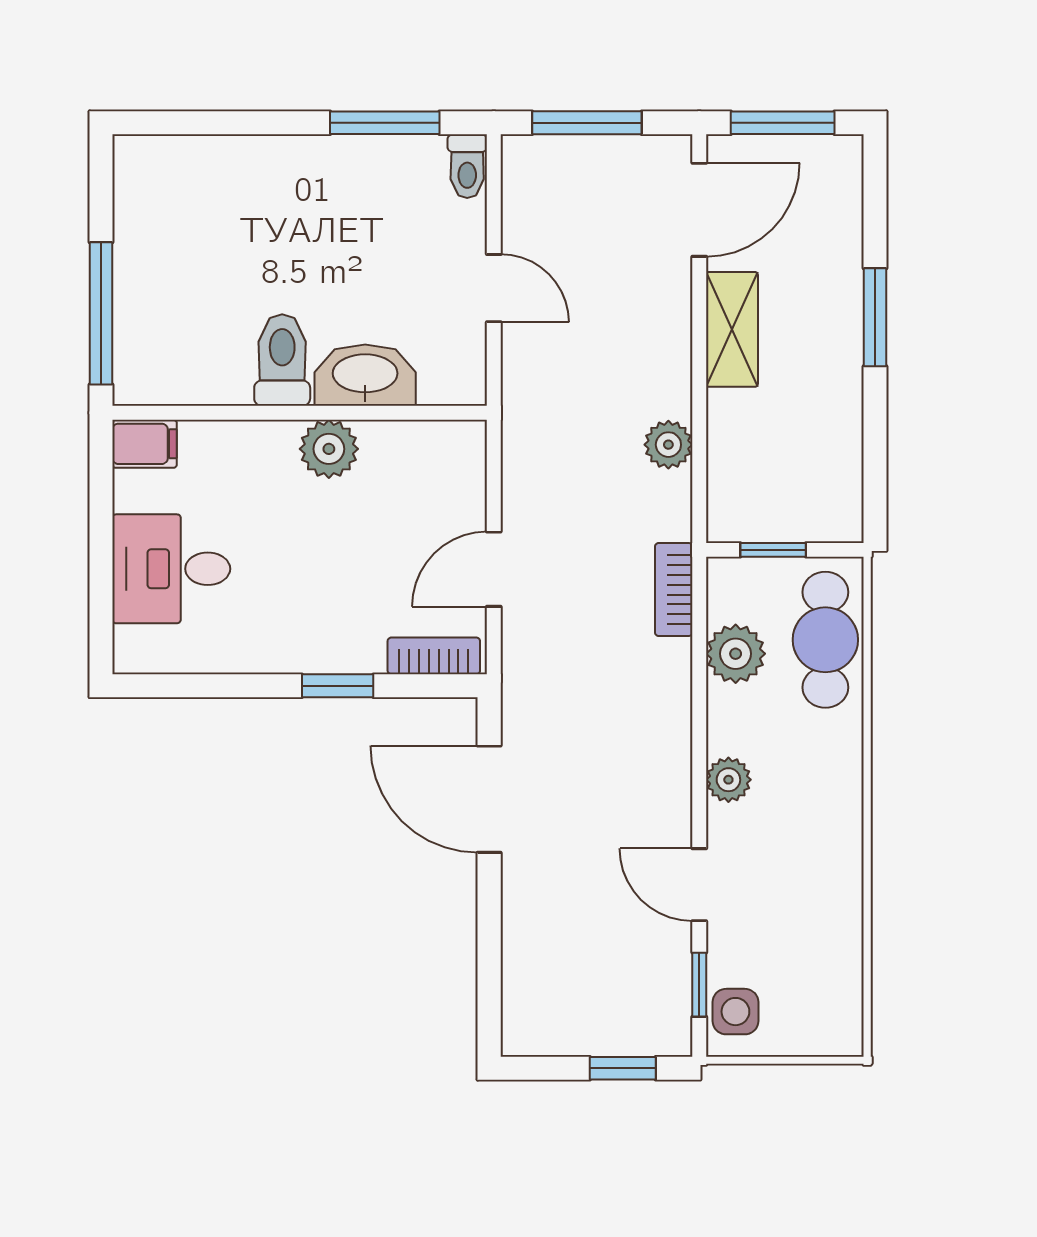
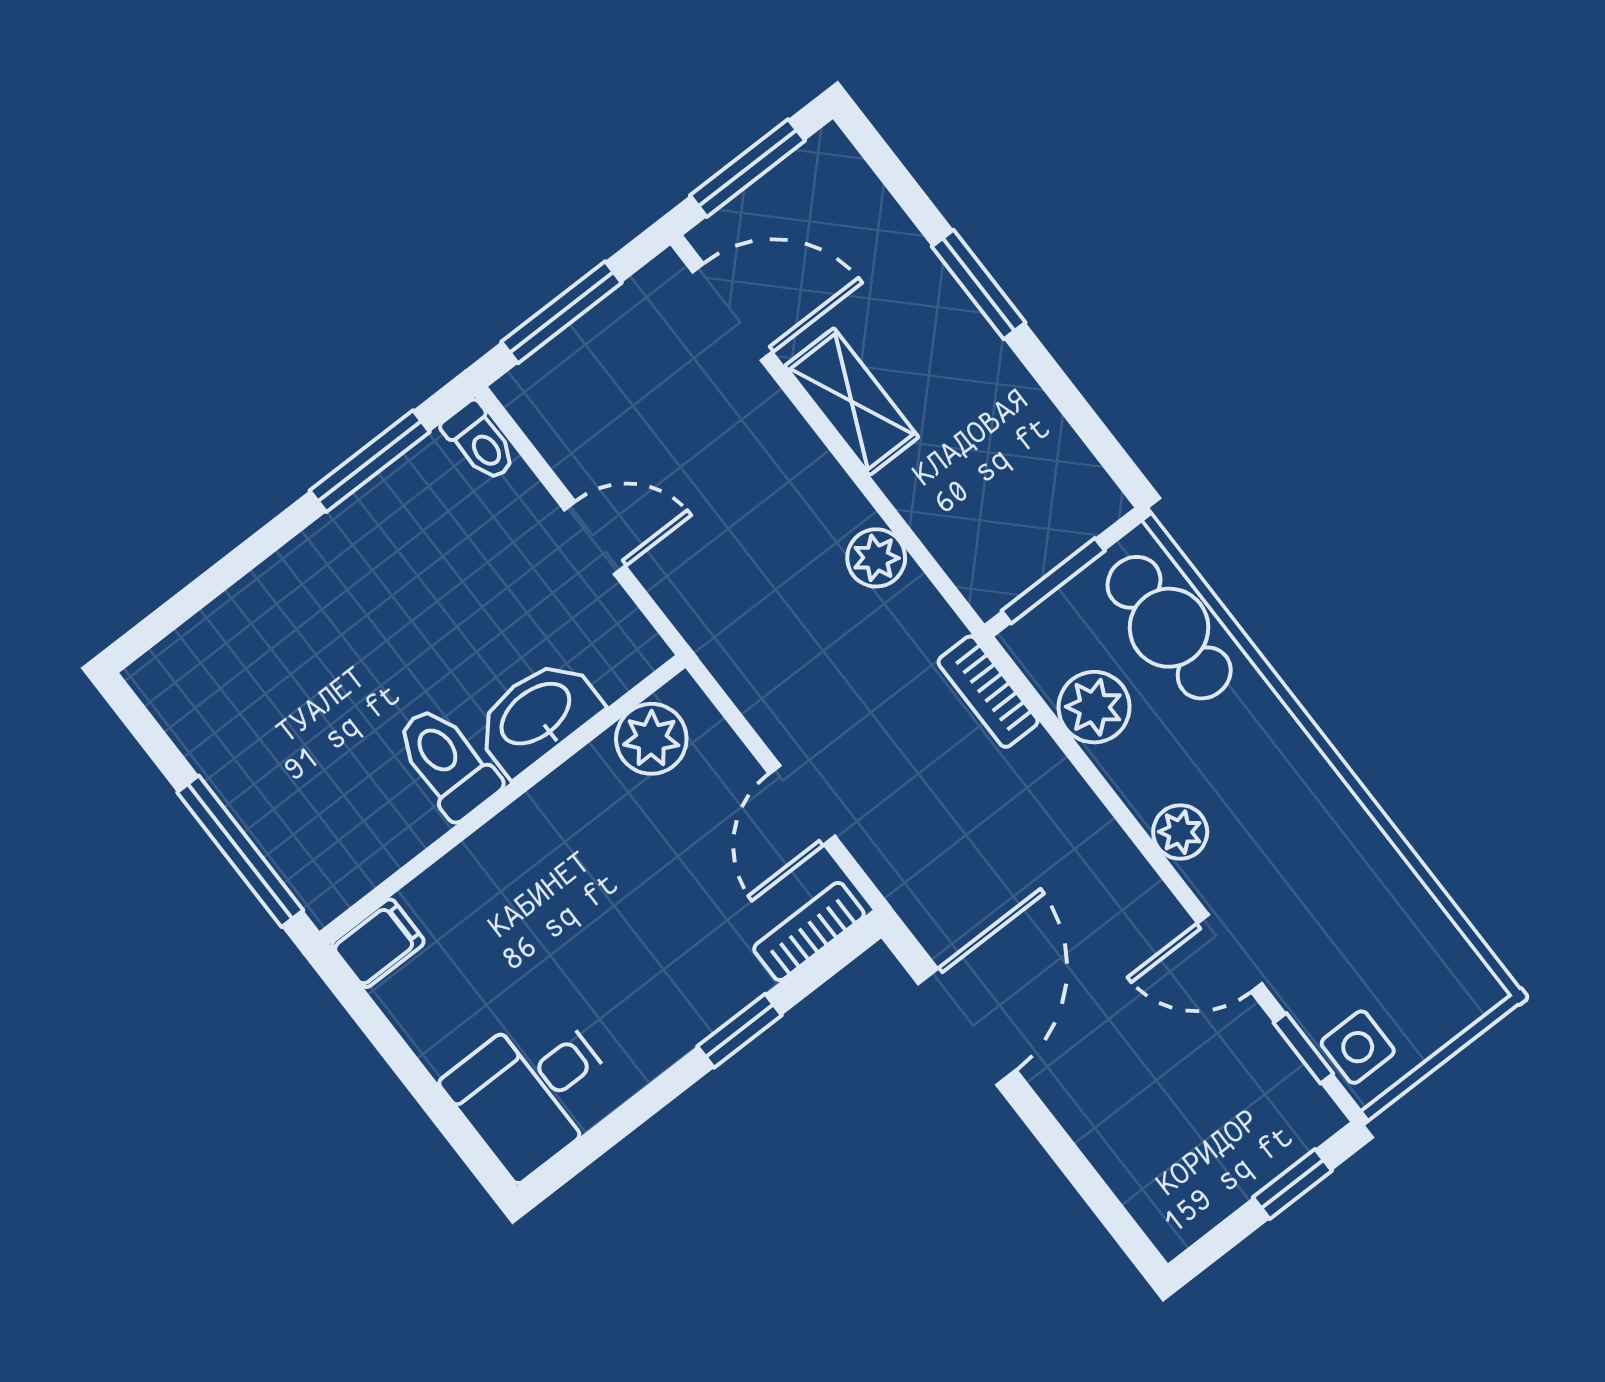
door: (699, 210) -> (732, 312), hinge flipped
plant: (329, 449) -> (651, 739), moved
window: (773, 550) -> (1053, 581), width x1.50
desk: (171, 569) -> (533, 1091), moved
door: (489, 799) -> (967, 1027), swing flipped

